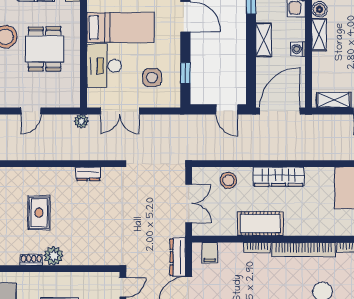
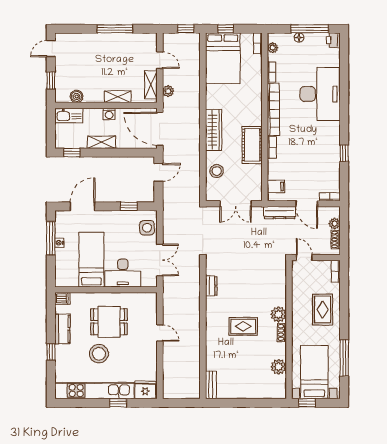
shelving: (319, 35) -> (118, 97), moved
side table: (152, 78) -> (147, 228), moved
plant: (81, 121) -> (168, 91), moved
double door: (189, 203) -> (236, 204), swing flipped

